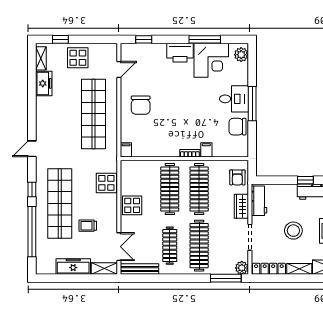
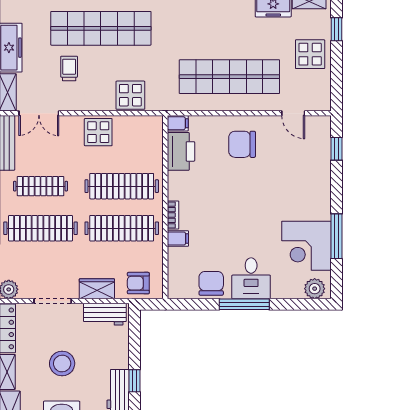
printer: (180, 53) -> (181, 151), moved, turned 180

